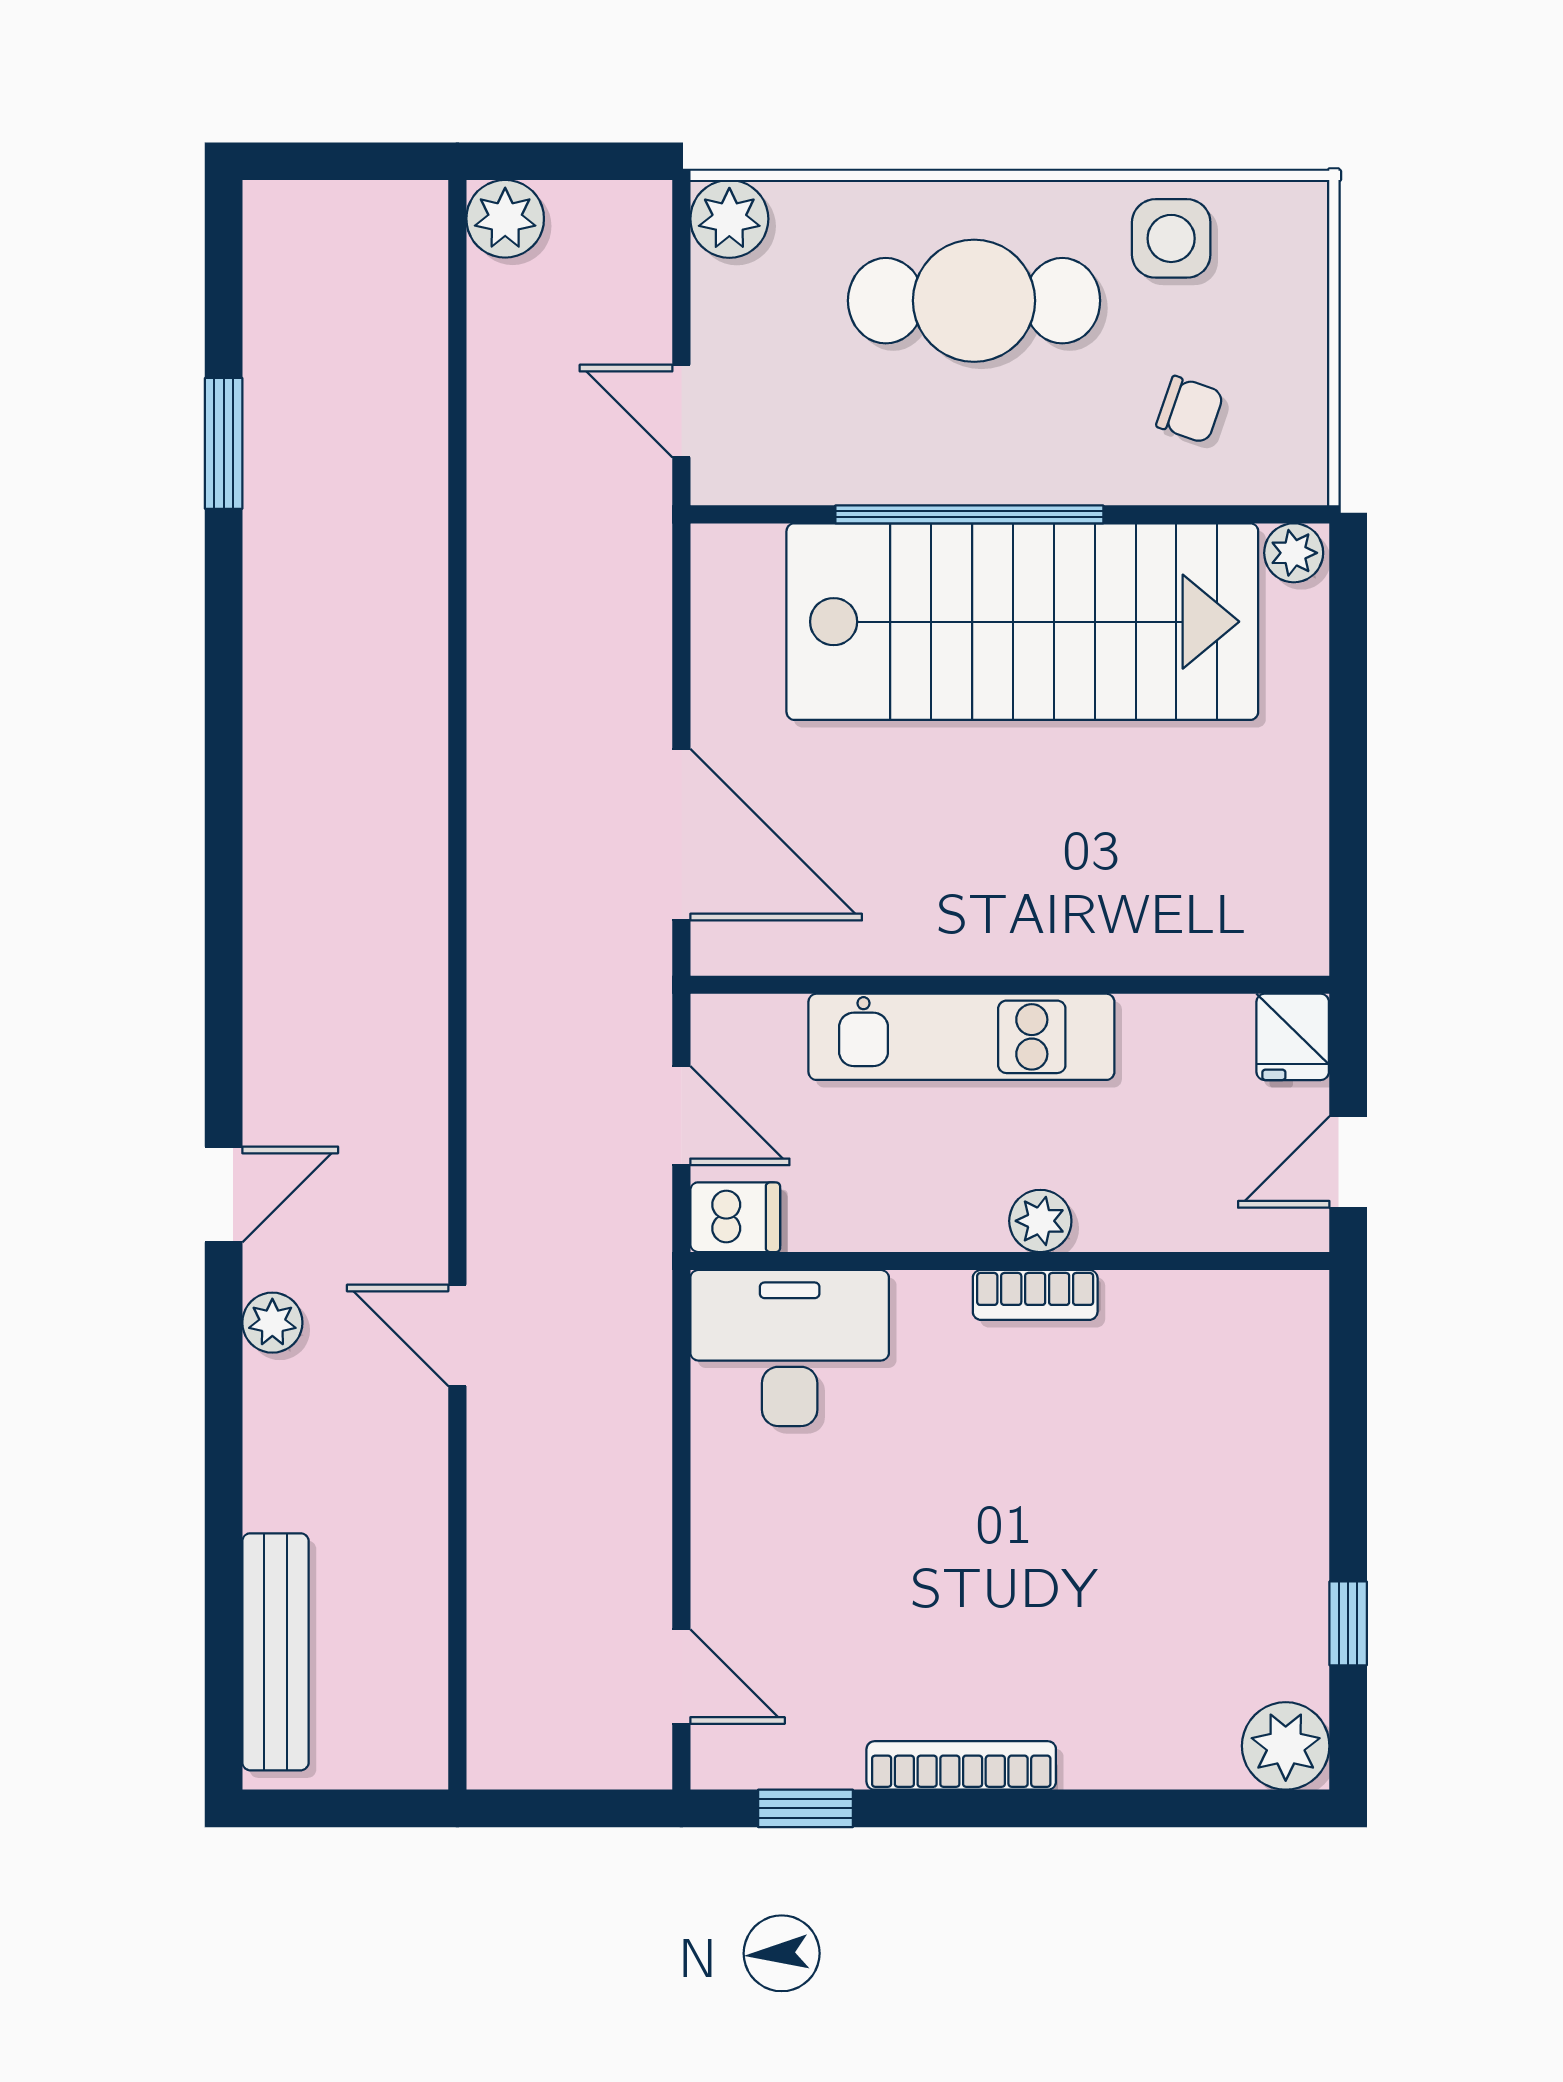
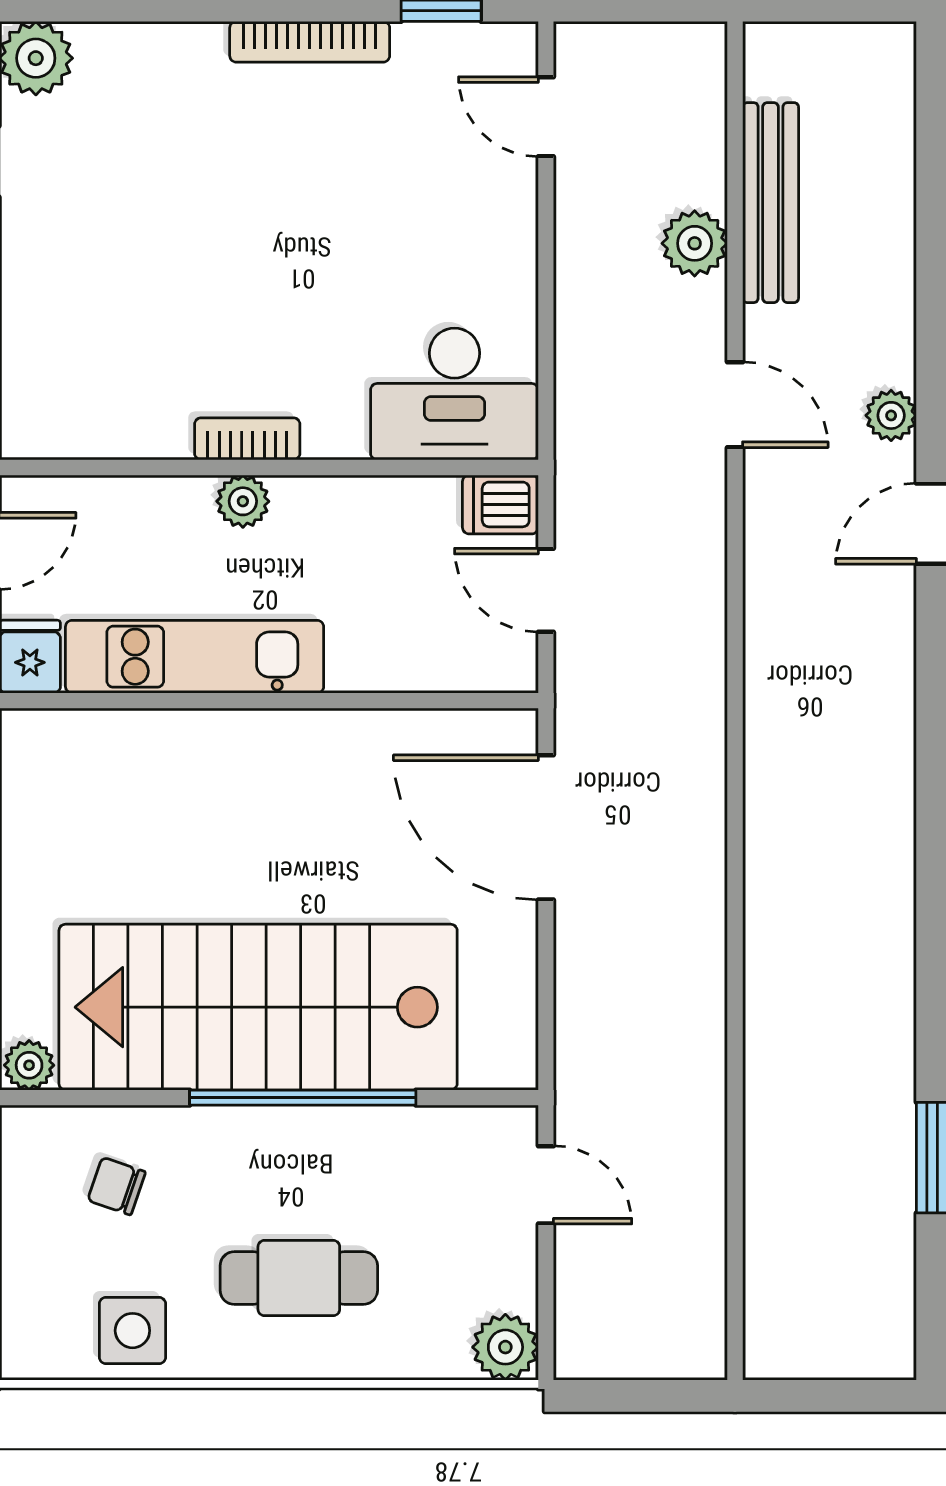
plant: (505, 219) -> (695, 243), moved
cafe table: (974, 301) -> (299, 1278), width x0.73, depth x0.74
kitchen unit: (961, 1037) -> (195, 657), moved
bench: (275, 1652) -> (771, 203), moved

